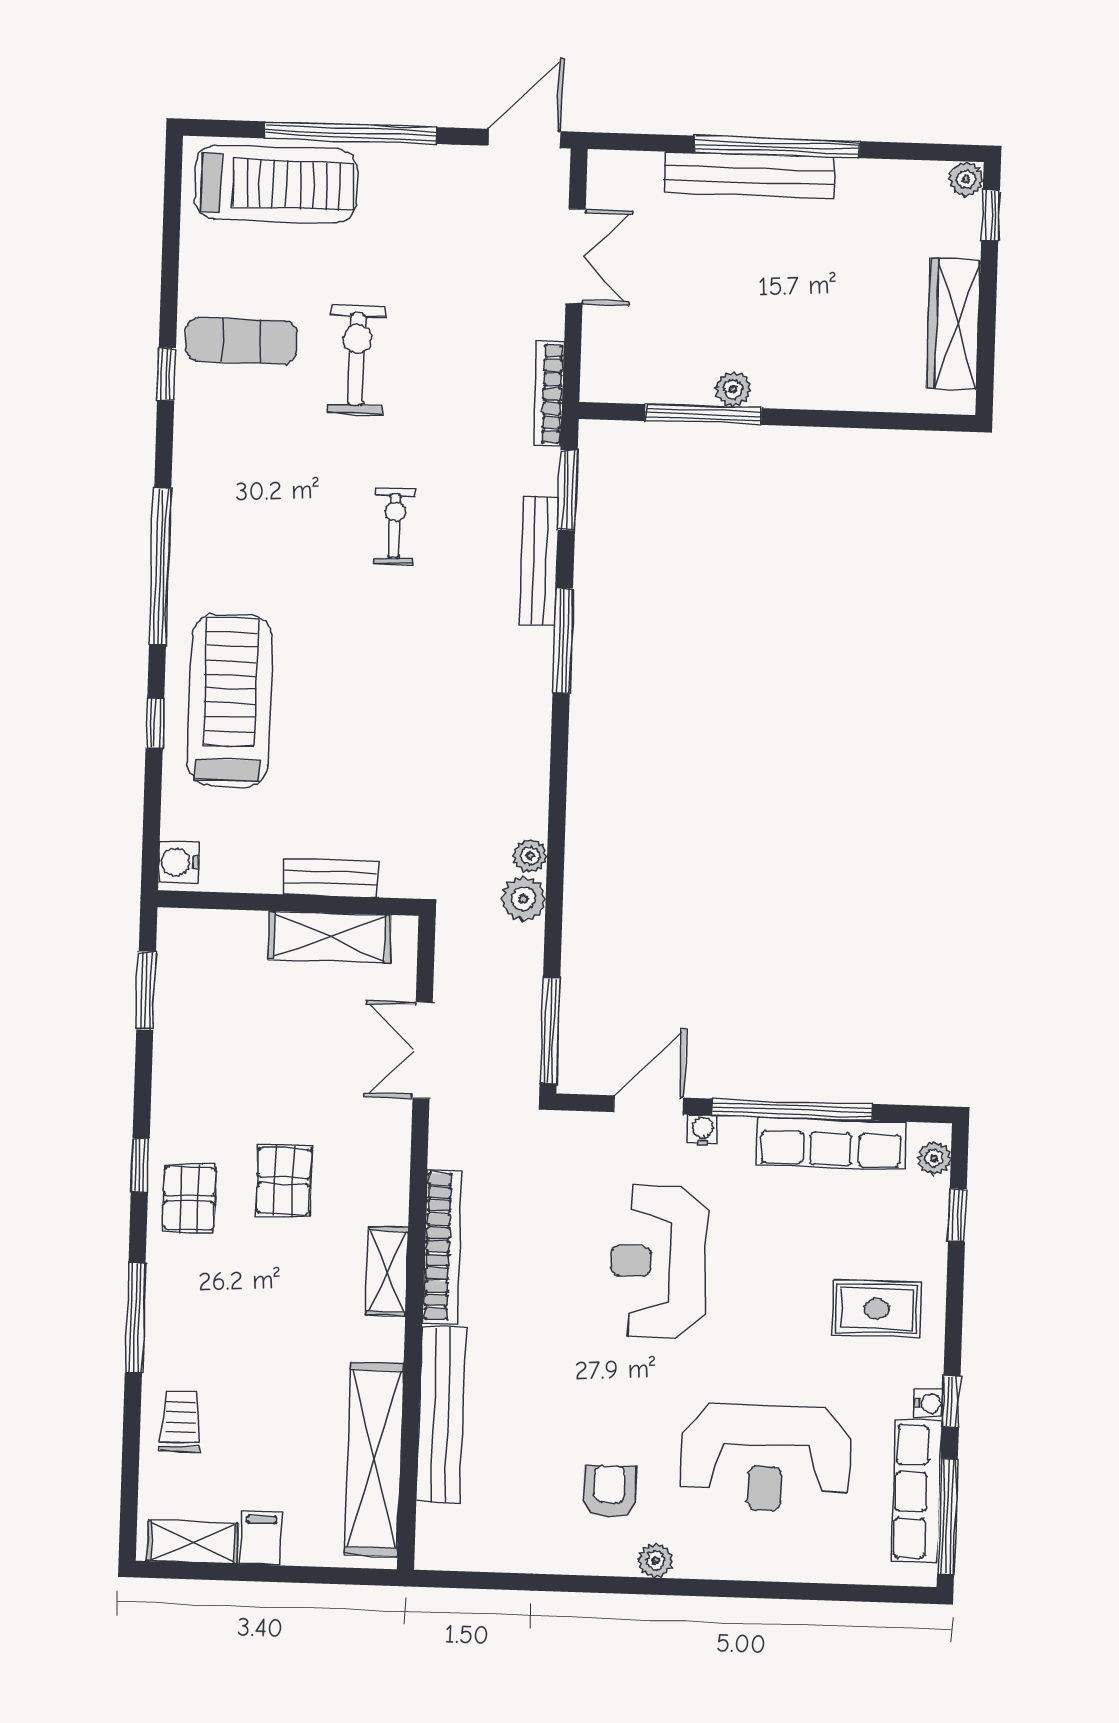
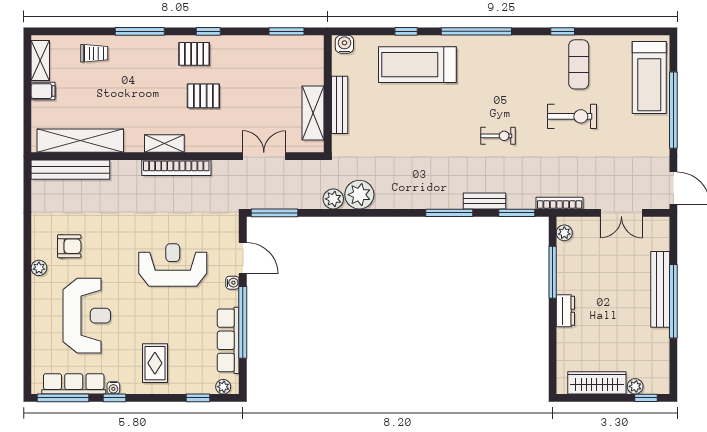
plant: (966, 179) -> (635, 386), moved
plant: (733, 389) -> (564, 233), moved
dresser: (790, 389) -> (565, 311), added
bench: (539, 561) -> (485, 201), width x0.73
treadmill: (230, 701) -> (417, 65), turned 180
plant: (530, 856) -> (359, 195), width x1.88, depth x1.88
bench: (331, 878) -> (340, 105), width x1.36
bench: (441, 1415) -> (70, 170), moved
reception desk: (766, 1458) -> (87, 316), turned 180

